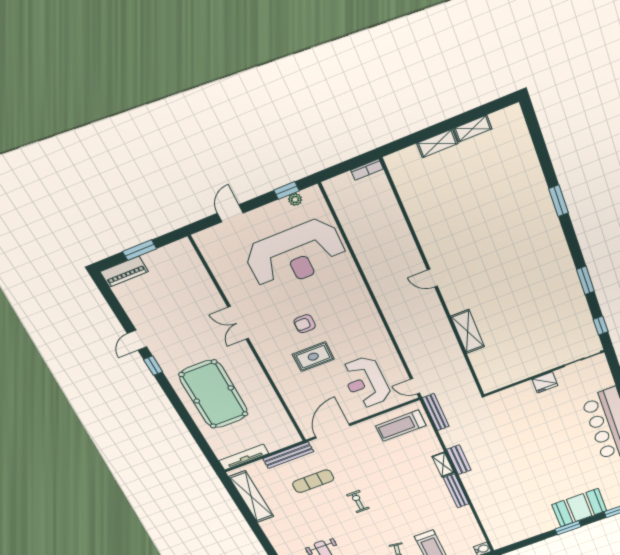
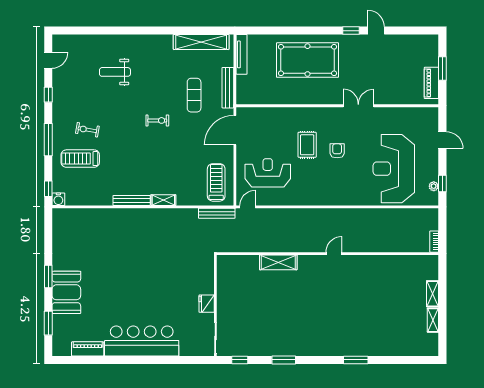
piano: (124, 272) -> (431, 83), moved
door: (333, 431) -> (235, 130), swing flipped
bench: (459, 460) -> (162, 214), removed

